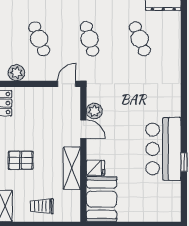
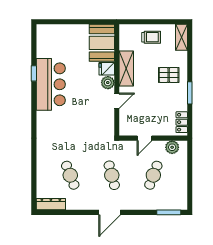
cafe table: (39, 39) -> (153, 175), turned 42
door: (67, 84) -> (145, 138), moved
plant: (94, 111) -> (108, 83), moved
door: (83, 129) -> (117, 101), swing flipped

